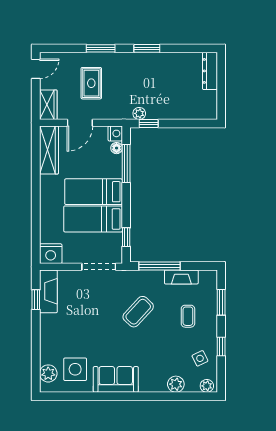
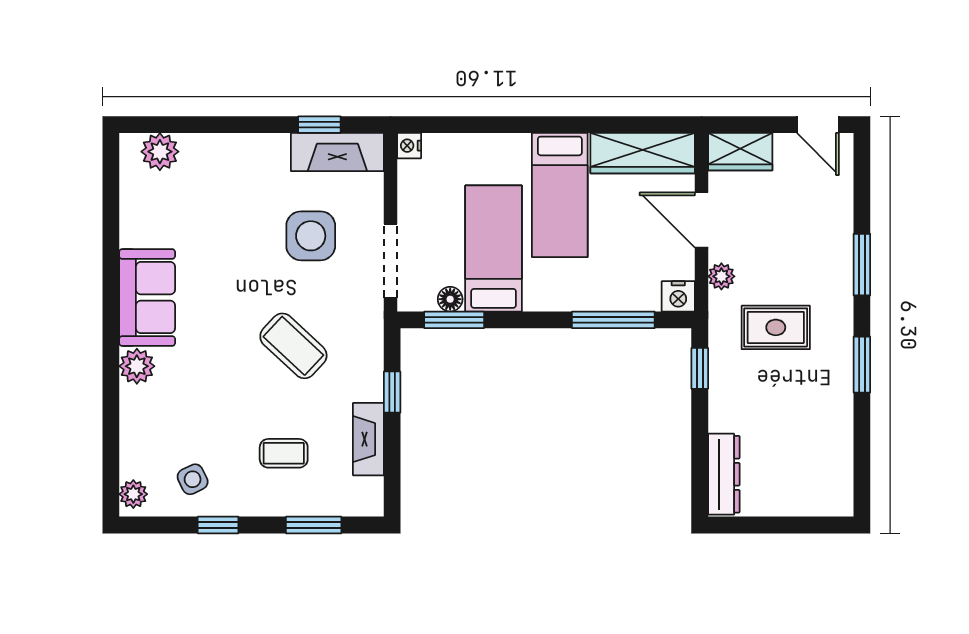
dresser: (210, 71) -> (724, 474), moved, turned 90
rug: (91, 83) -> (776, 327), moved
plant: (139, 113) -> (721, 276), moved
floor lamp: (117, 148) -> (450, 299), moved
bed: (94, 192) -> (560, 195), moved, turned 180
window: (126, 237) -> (454, 320), width x1.50
nightstand: (51, 254) -> (409, 146), width x0.53, depth x0.56
window: (160, 266) -> (392, 392), width x0.46
side table: (75, 369) -> (311, 236), moved
plant: (176, 384) -> (137, 366), moved

